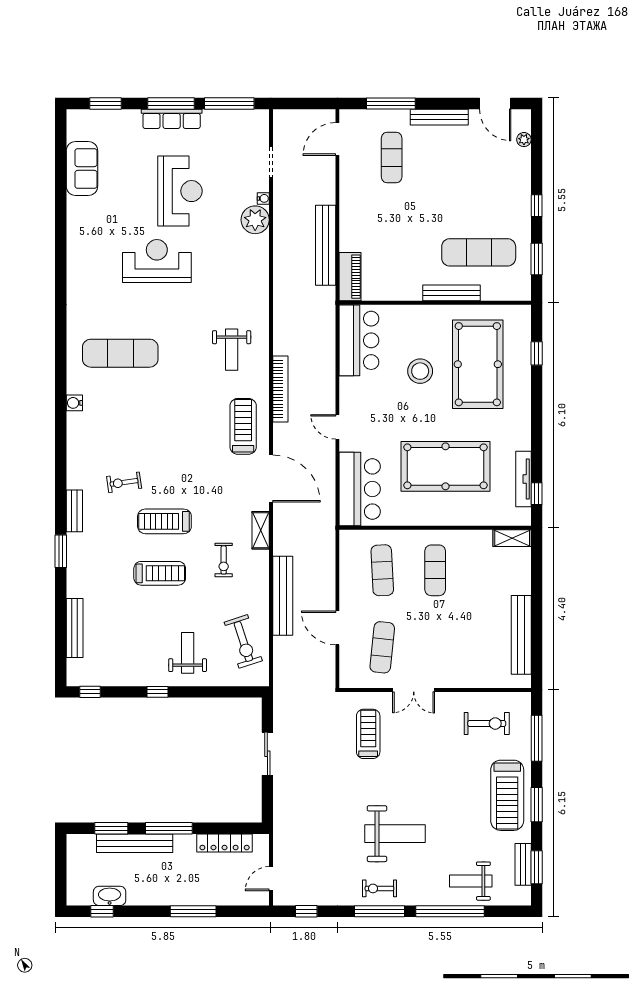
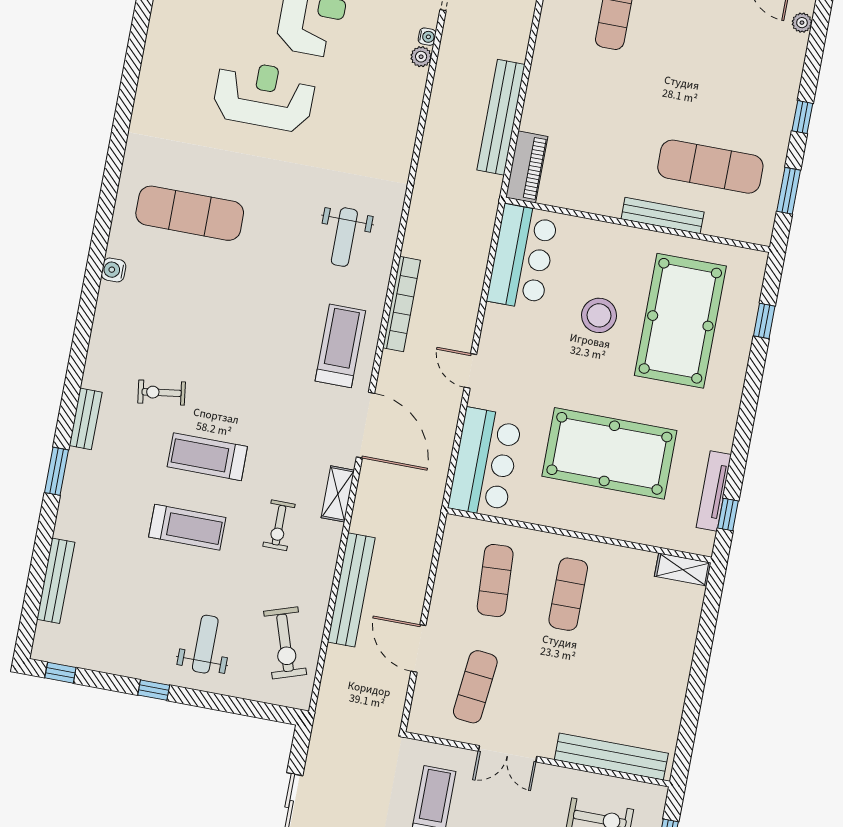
plant: (255, 220) -> (421, 57), width x0.53, depth x0.53
bench: (521, 635) -> (611, 757), moved, turned 90

